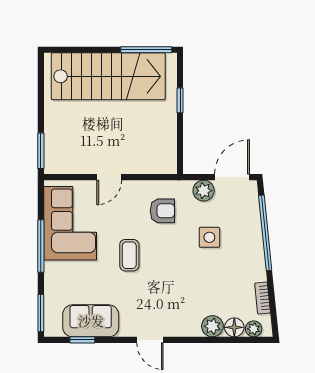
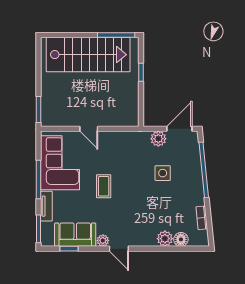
door: (109, 177) -> (89, 129), hinge flipped
armchair: (162, 211) -> (128, 154), removed
tv unit: (52, 282) -> (46, 206), added
plant: (254, 329) -> (103, 240), moved

